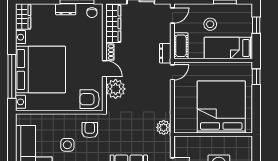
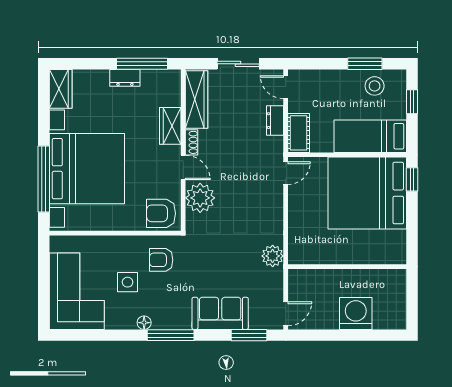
chair: (92, 13) -> (164, 83), removed
door: (172, 15) -> (286, 87), swing flipped
stool: (210, 24) -> (375, 86), moved
wardrobe: (96, 41) -> (170, 126), added
dresser: (165, 53) -> (275, 121), moved
bed: (221, 107) -> (367, 193), moved, turned -90
armchair: (90, 130) -> (161, 260), turned -90

